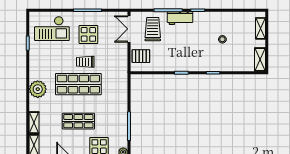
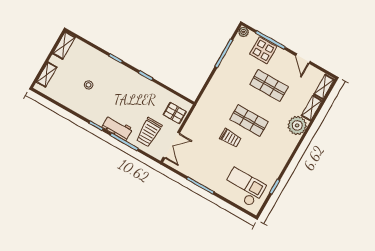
display table: (88, 34) -> (213, 162), removed
shop shelf: (78, 84) -> (249, 120), width x0.70, depth x0.74
plant: (38, 89) -> (297, 125), moved

